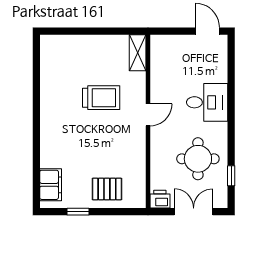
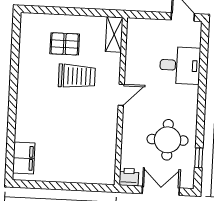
desk: (207, 102) -> (180, 65), moved
pallet: (107, 189) -> (65, 44), moved
window: (78, 212) -> (49, 185), removed

